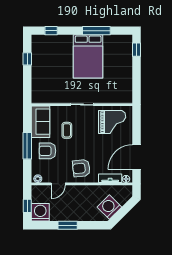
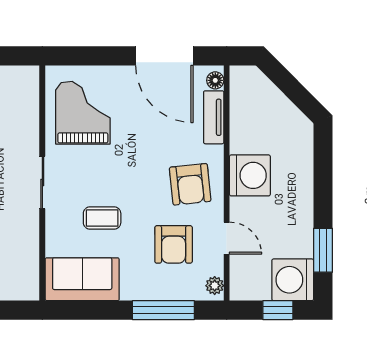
window: (27, 146) -> (163, 310), moved
armchair: (47, 151) -> (174, 244), moved
washing machine: (109, 207) -> (250, 175), moved, turned -135
window: (68, 225) -> (323, 250), moved

